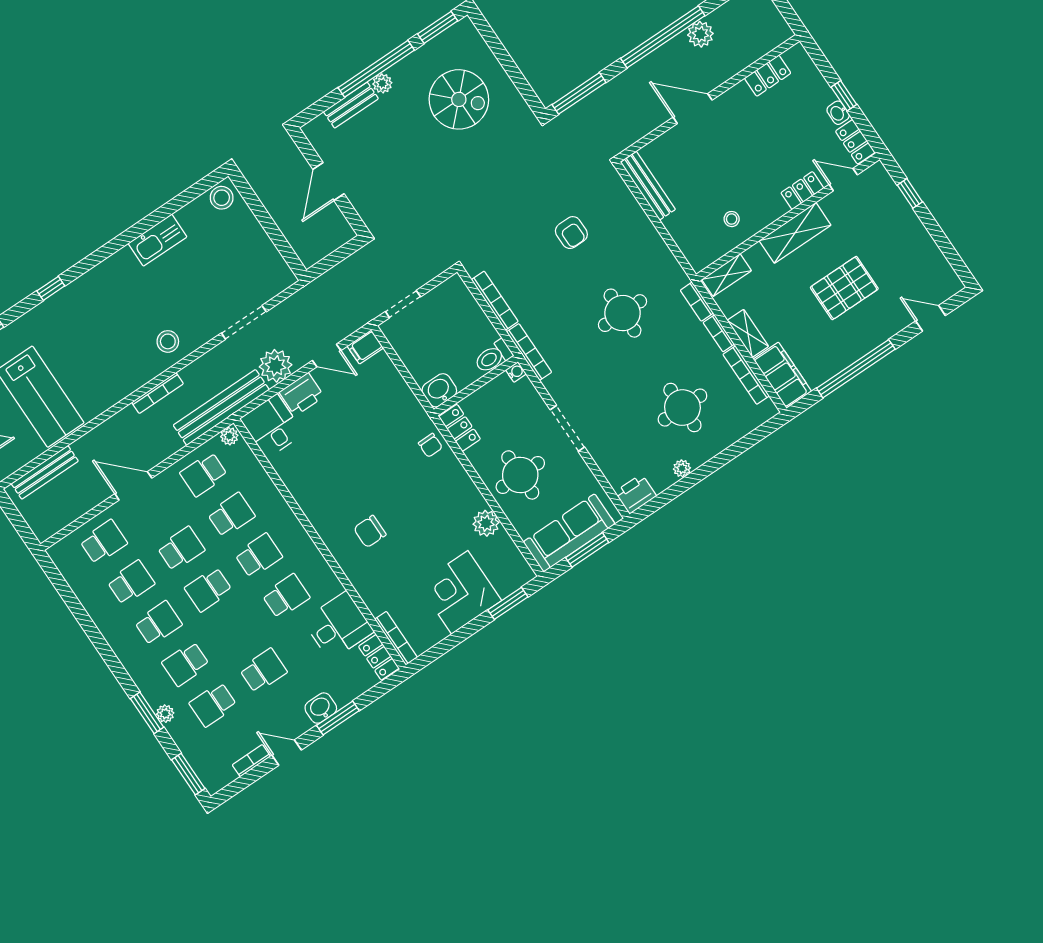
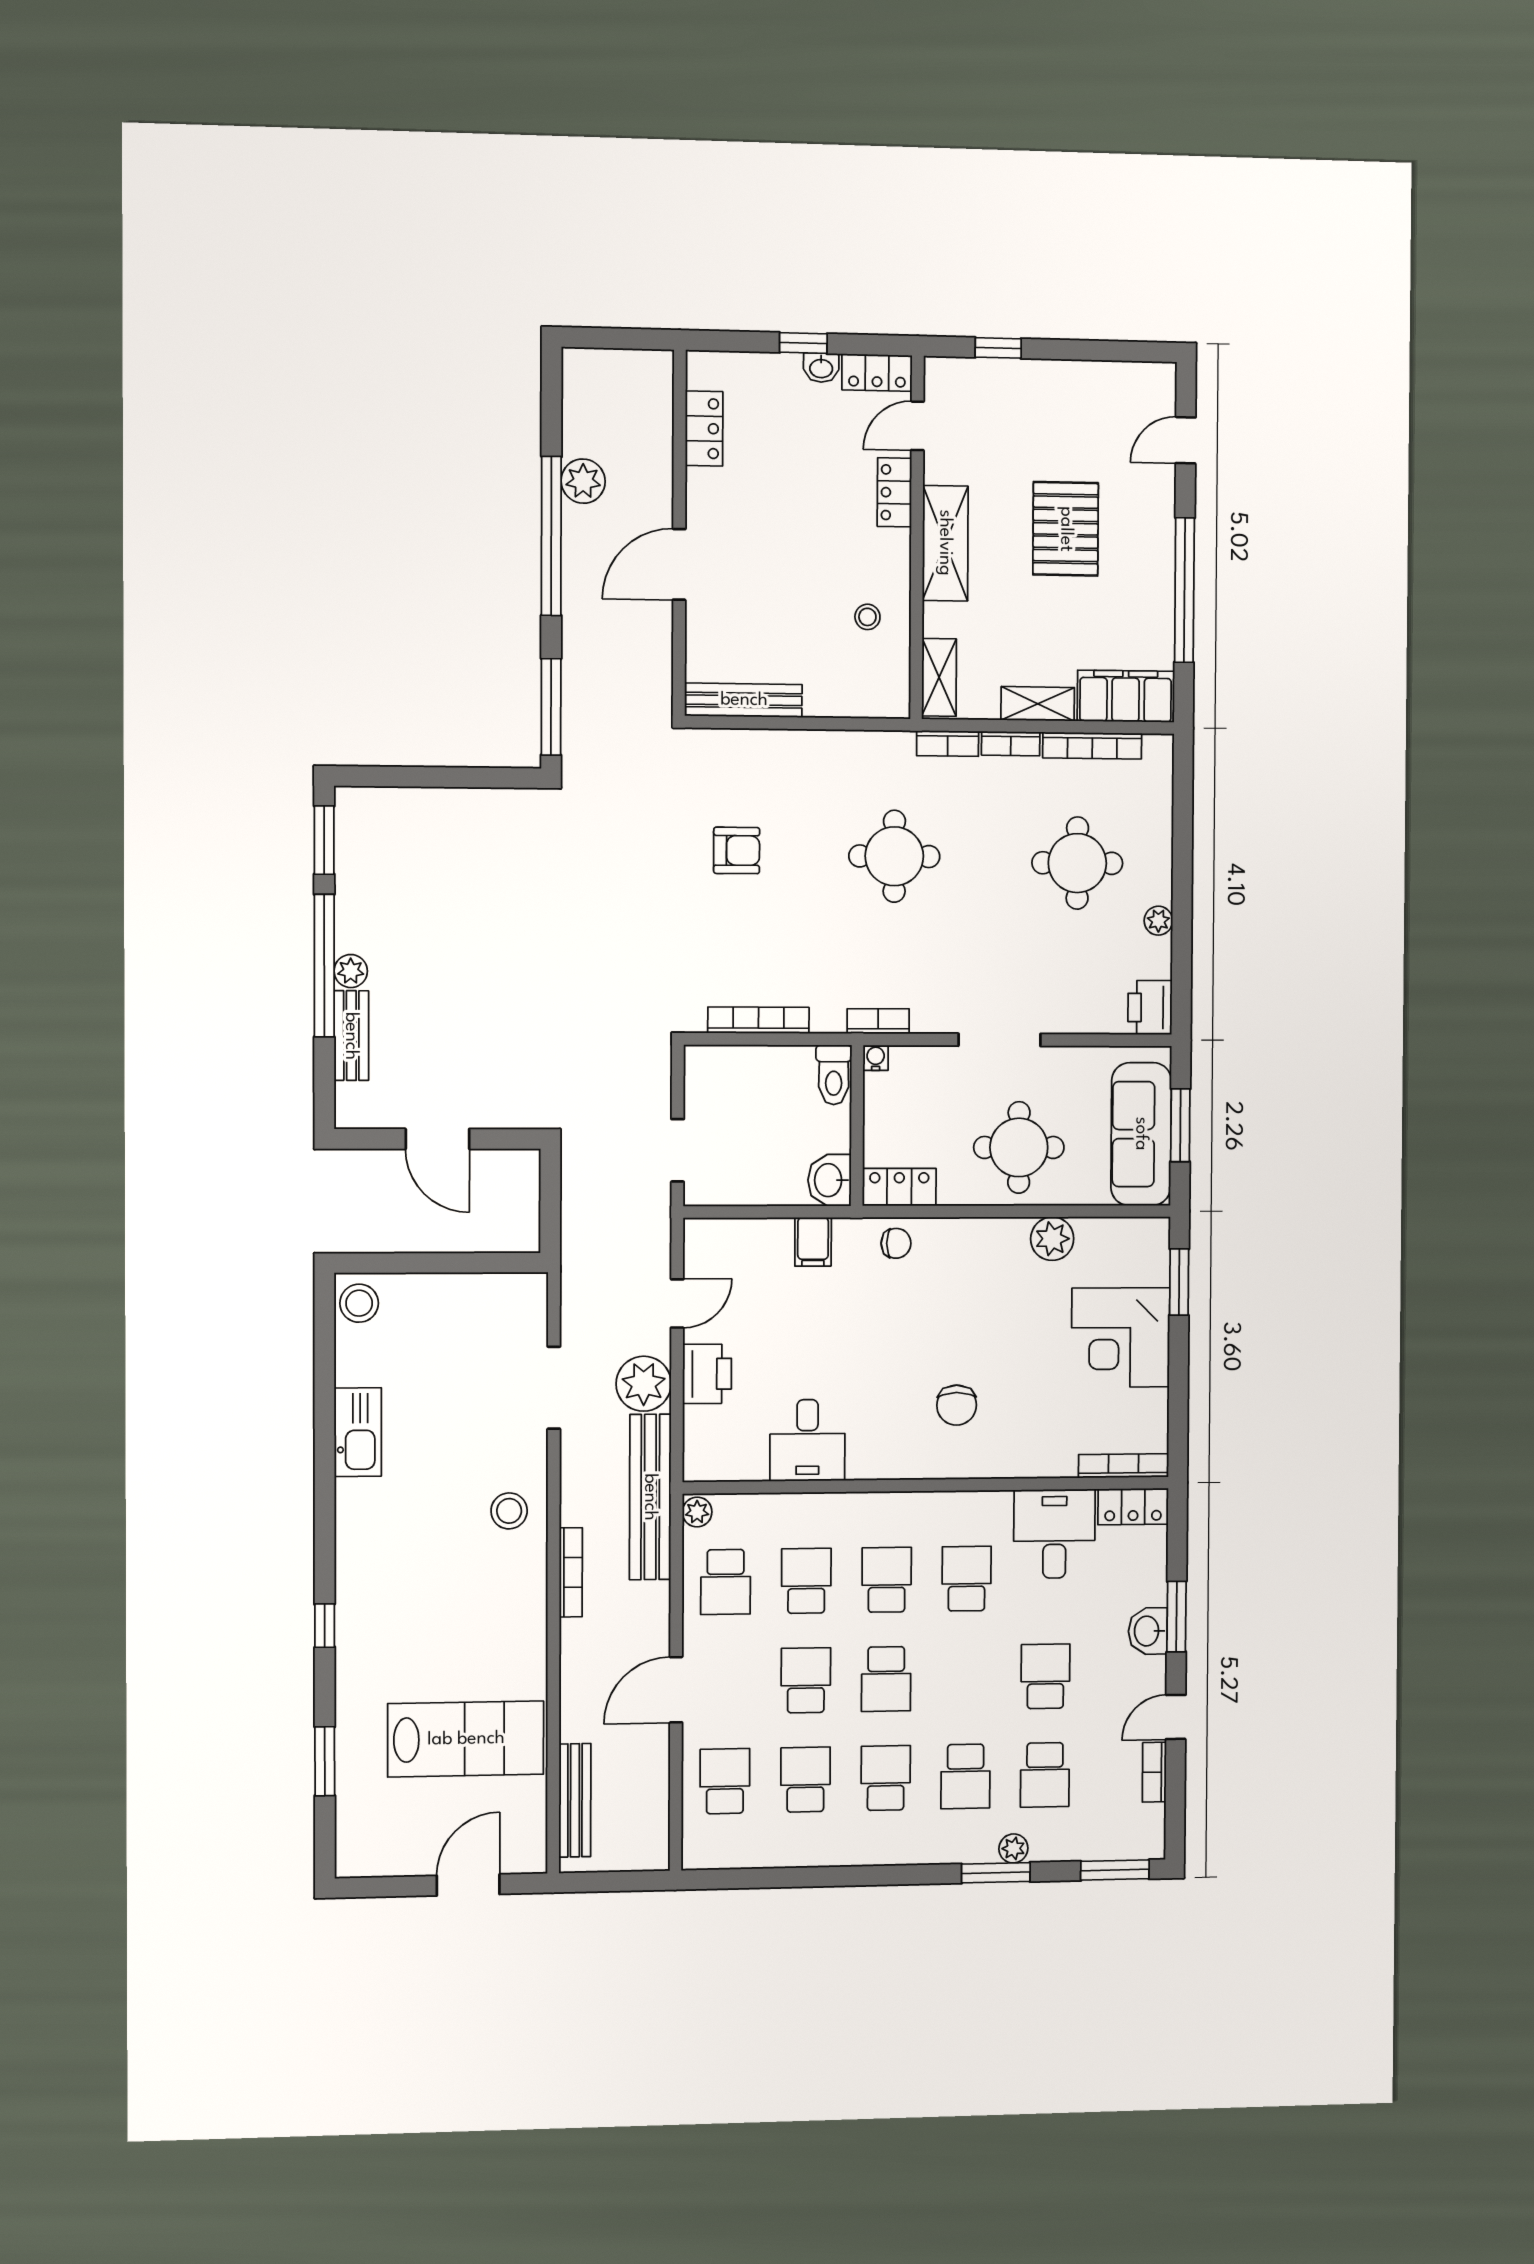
spiral stairs: (459, 99) -> (446, 880), removed
filing cabinet: (365, 347) -> (813, 1242), moved
bookcase: (529, 352) -> (878, 1021), width x0.64
desk: (272, 426) -> (807, 1440), moved, turned -90

